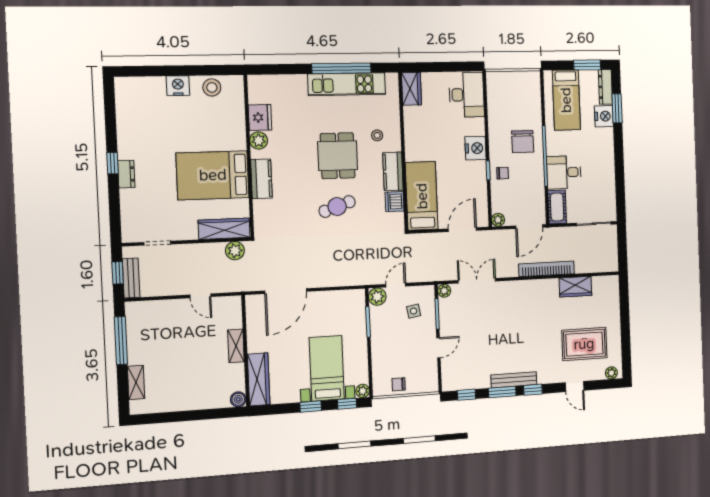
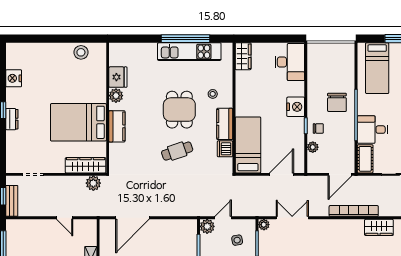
nightstand: (178, 86) -> (14, 78), moved, turned -90
plant: (498, 220) -> (313, 147), moved

